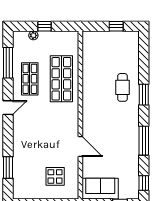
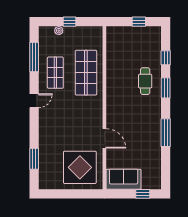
display table: (55, 176) -> (80, 167), width x1.86, depth x1.86
window: (144, 183) -> (166, 58), moved

